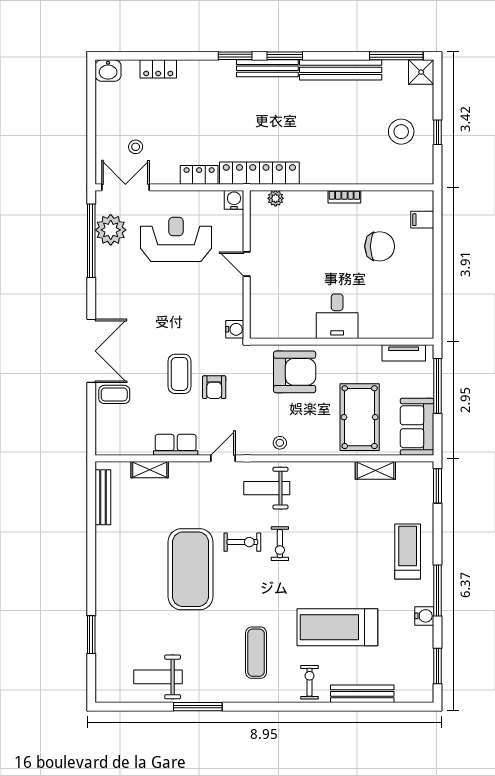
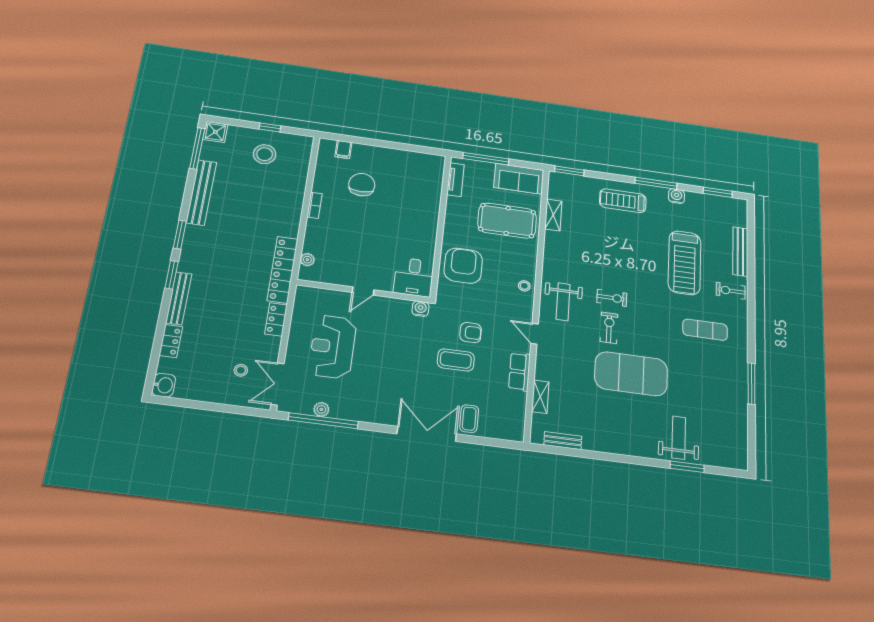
bench: (267, 68) -> (179, 298), moved
water cooler: (234, 200) -> (304, 293), removed
plant: (111, 230) -> (321, 409), width x0.53, depth x0.53
desk: (337, 316) -> (414, 277), moved, turned 90
bench: (103, 497) -> (563, 441), width x0.73
weight bench: (158, 677) -> (679, 438), moved, turned 180

